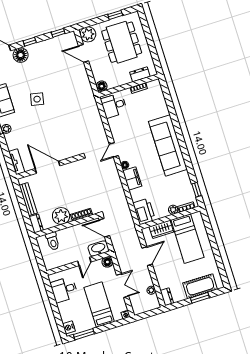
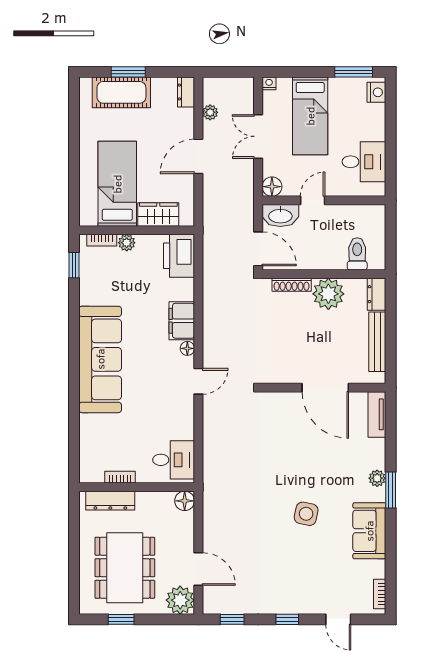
floor lamp: (21, 55) -> (311, 601), removed
dresser: (140, 74) -> (110, 501), width x1.44
door: (147, 256) -> (198, 156), moved

